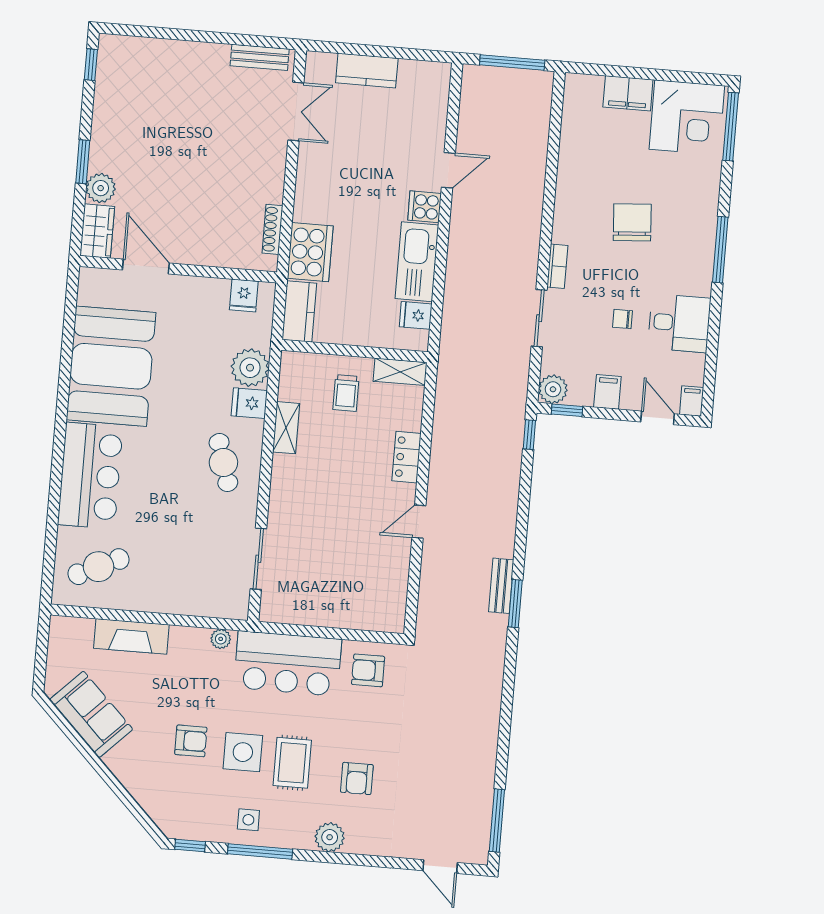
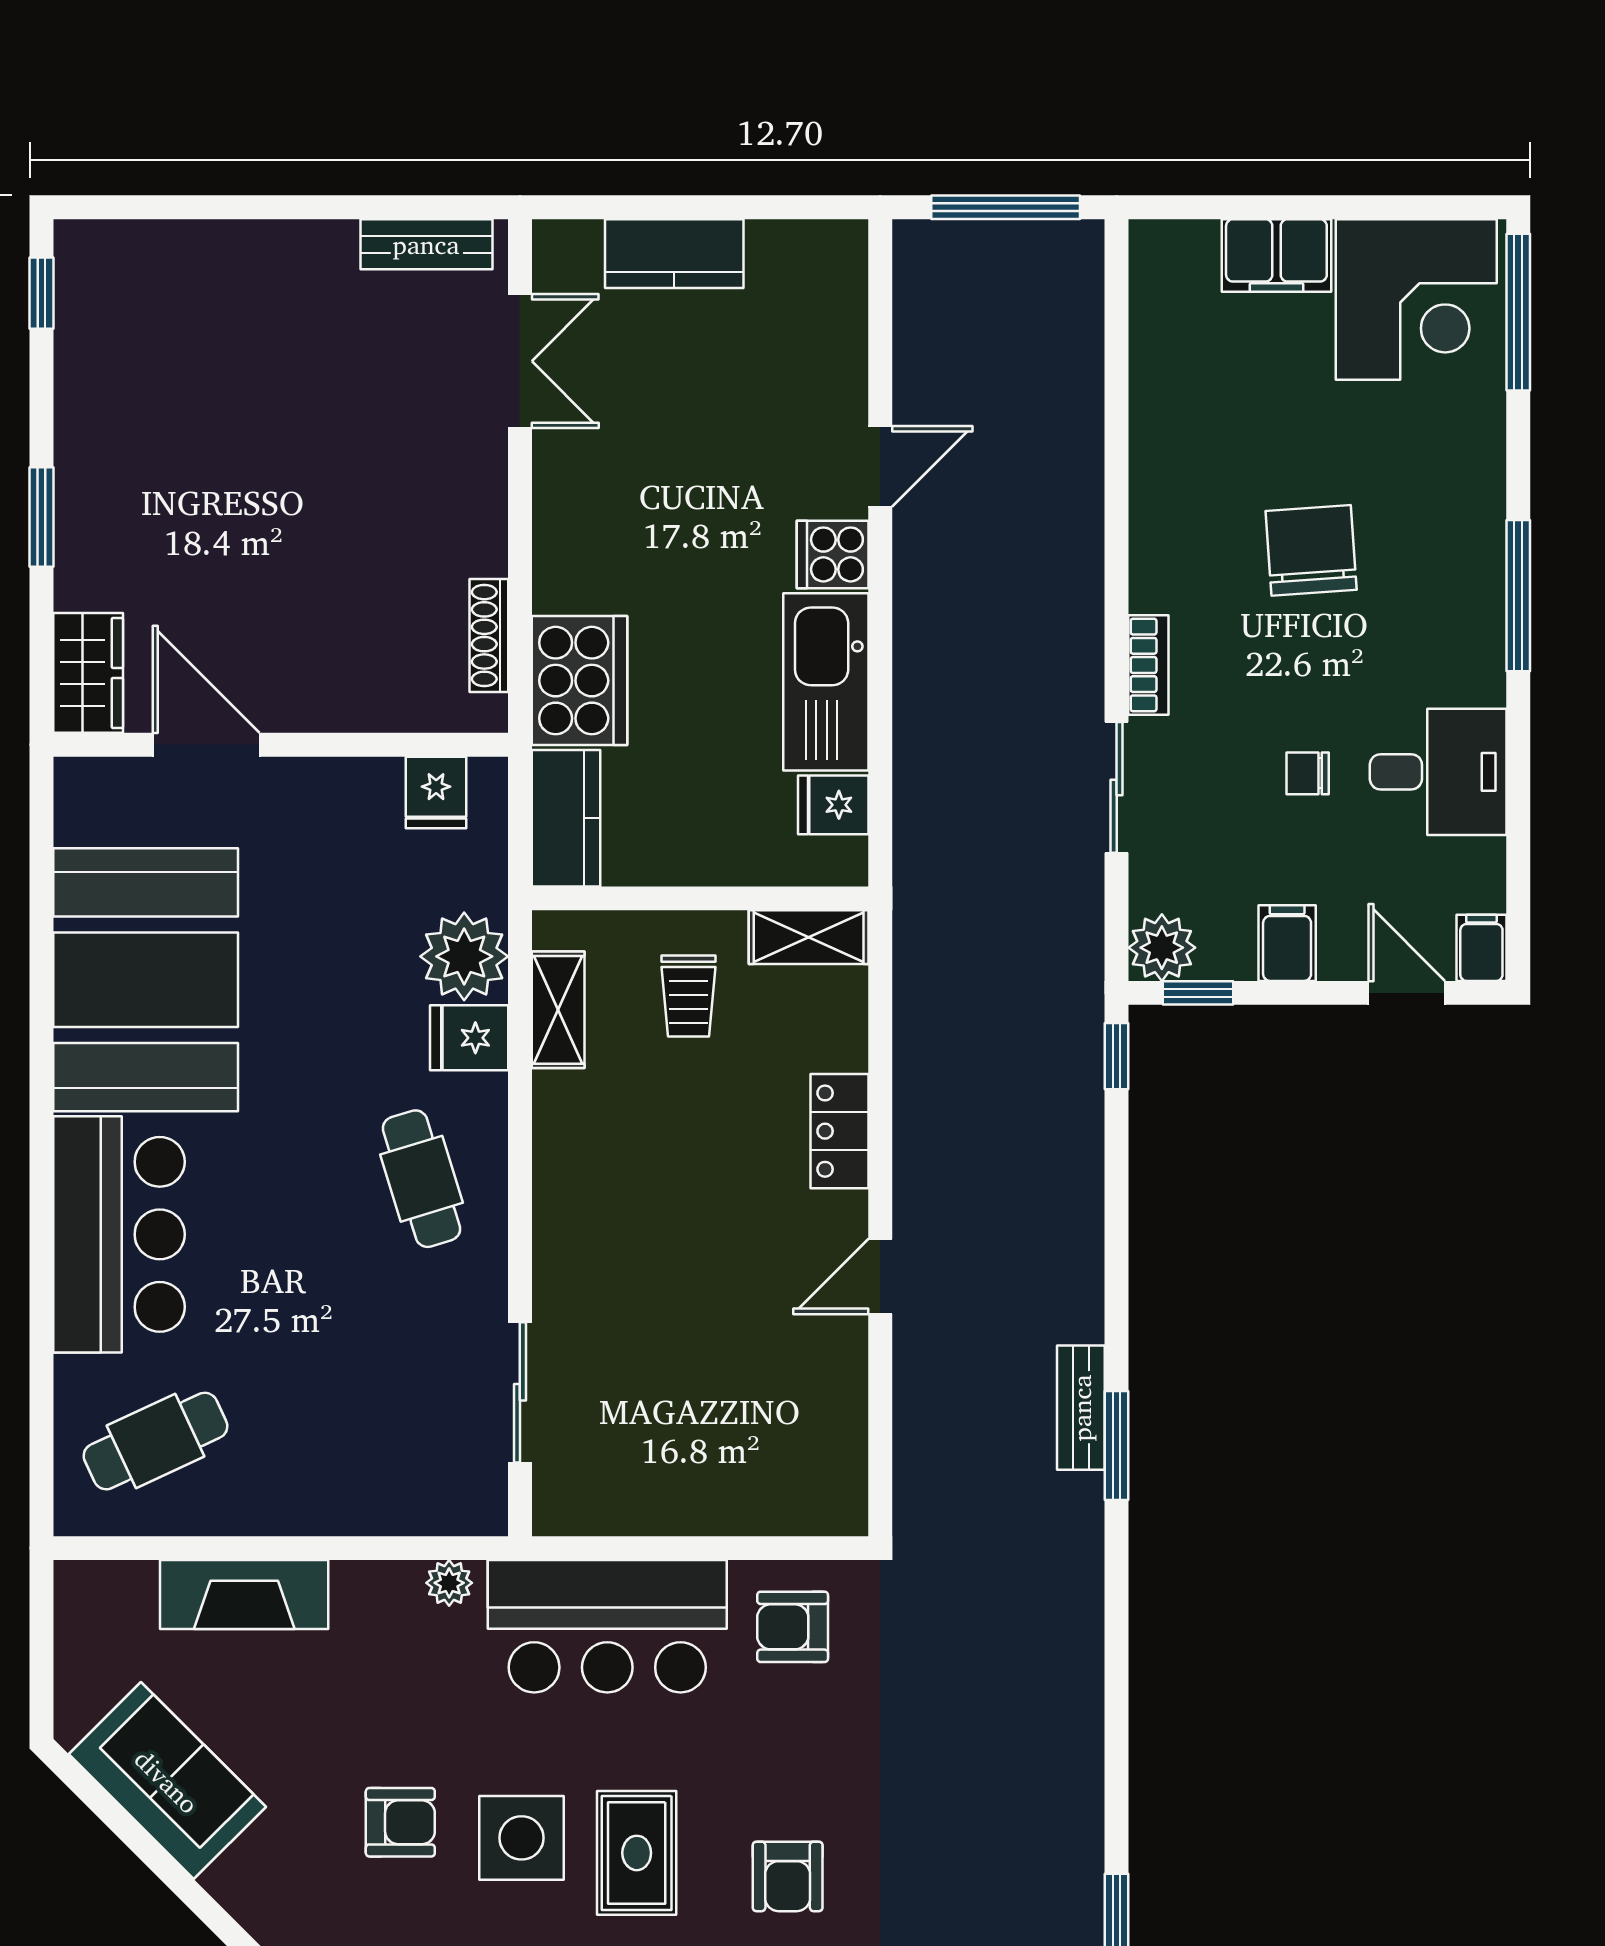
plant: (101, 188) -> (88, 574), removed
shelving: (286, 428) -> (558, 1010), moved

